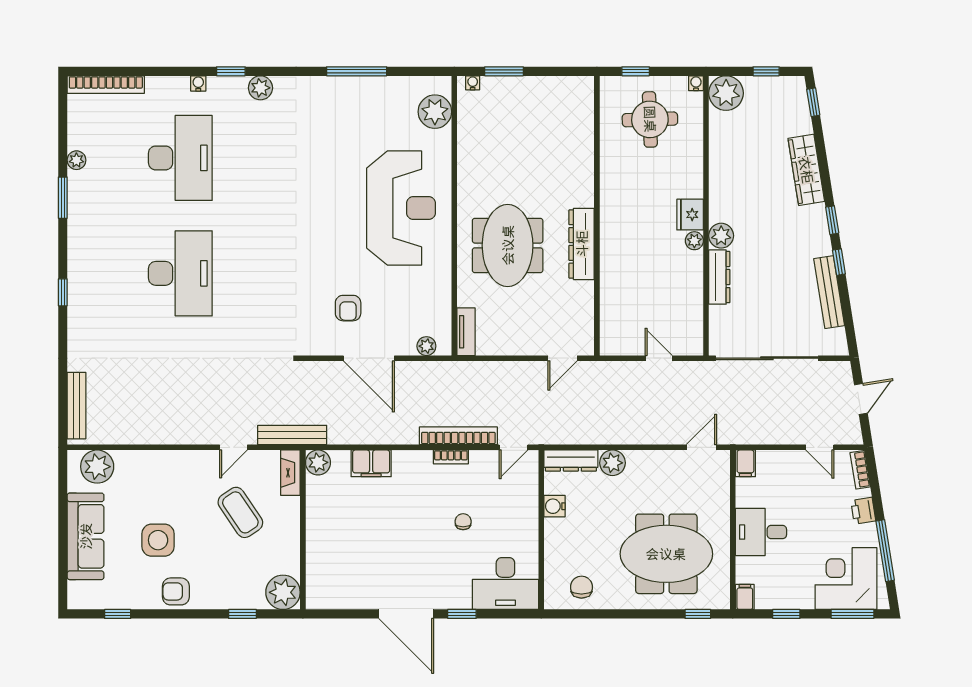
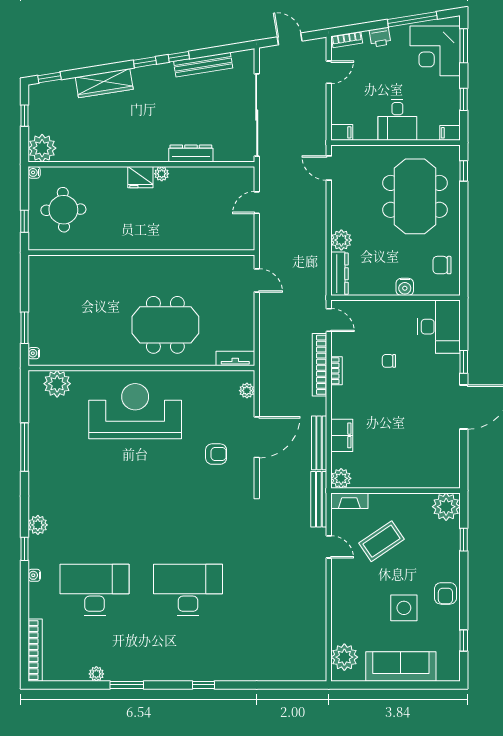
plant: (721, 236) -> (157, 152), removed
dresser: (582, 244) -> (164, 265), removed
bench: (76, 406) -> (319, 443), moved, turned 90
water cooler: (555, 506) -> (405, 287), moved

